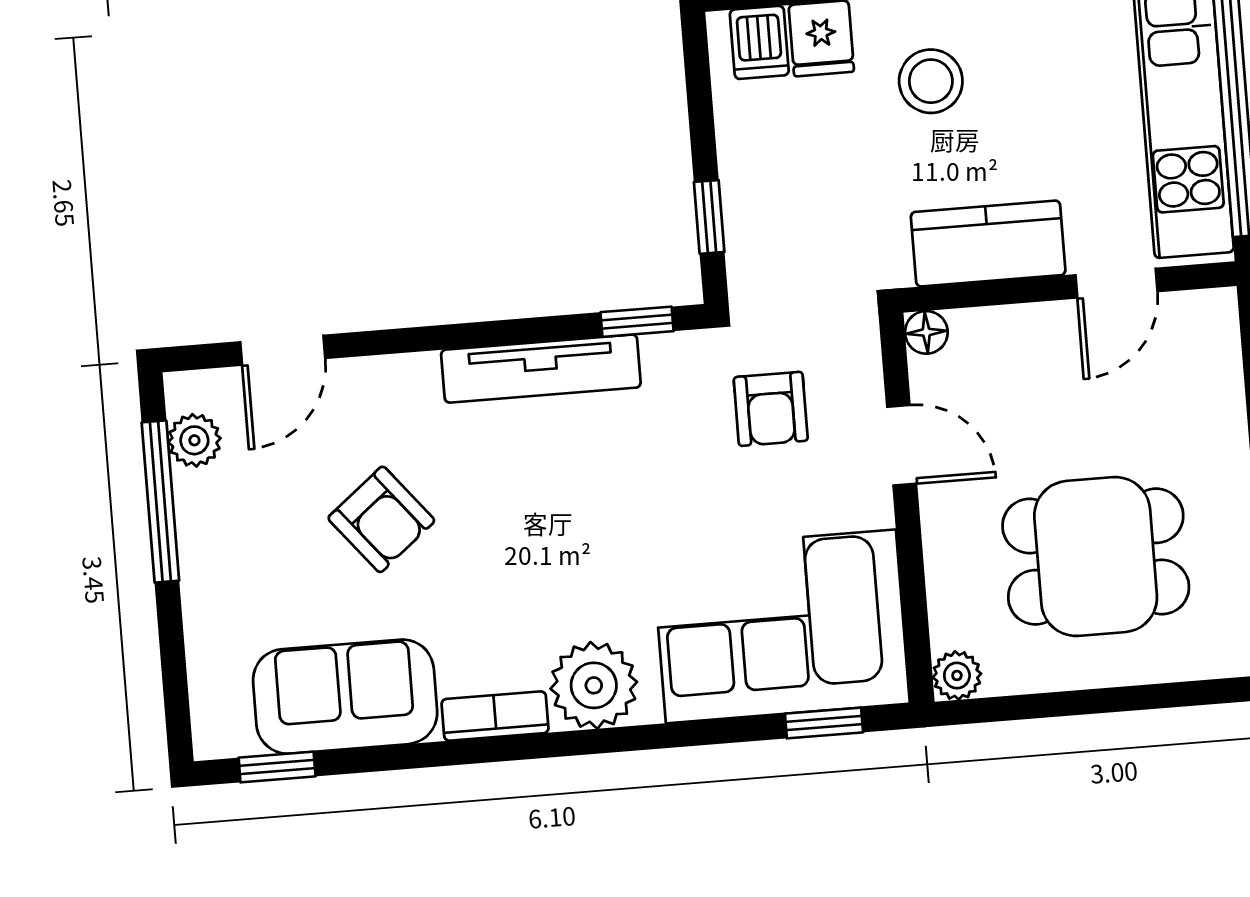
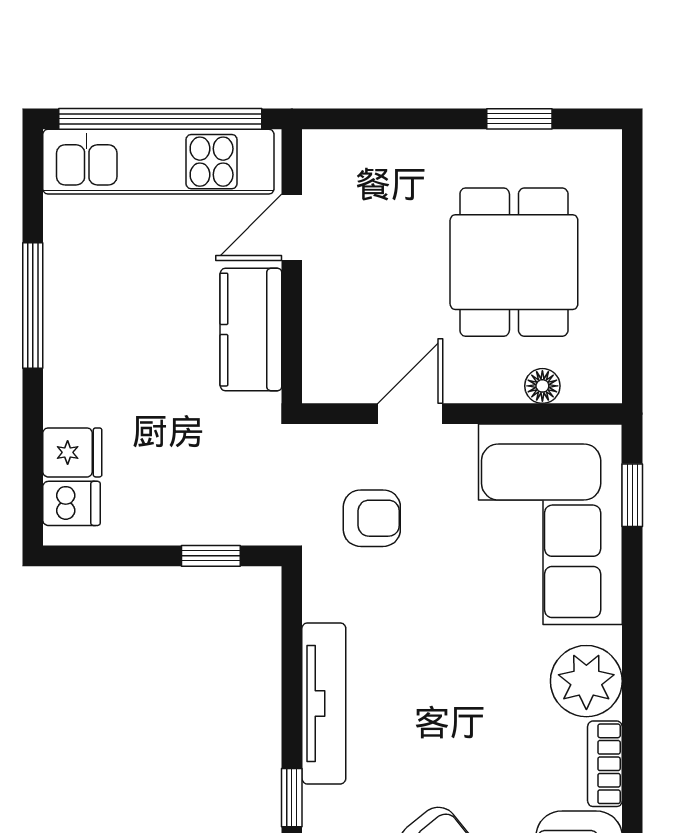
stool: (931, 81) -> (114, 366), removed
door: (1116, 283) -> (292, 227), swing flipped
window: (637, 322) -> (292, 798), moved
floor lamp: (926, 332) -> (542, 386), moved
plant: (957, 675) -> (602, 383), removed

